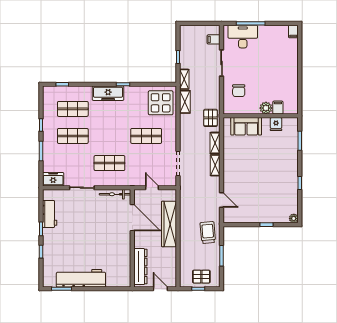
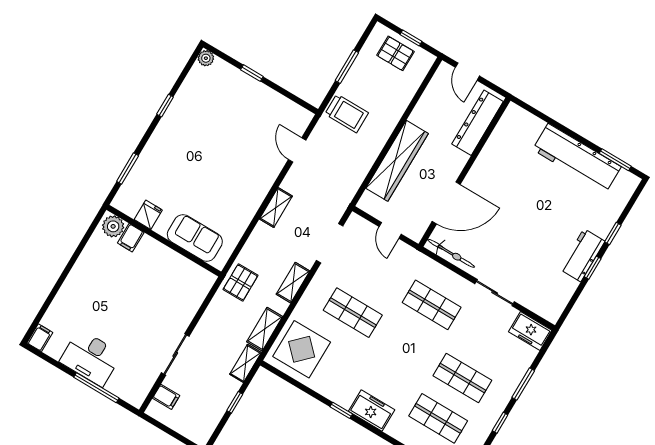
desk: (243, 37) -> (91, 358), moved
chair: (239, 91) -> (174, 298), removed
freezer: (108, 93) -> (372, 410), width x0.71
plant: (266, 108) -> (113, 226), moved
shelving: (215, 143) -> (293, 283), moved
workbench: (50, 214) -> (582, 255), moved
door: (132, 218) -> (446, 203), swing flipped
trolley: (208, 233) -> (347, 113), turned -85

